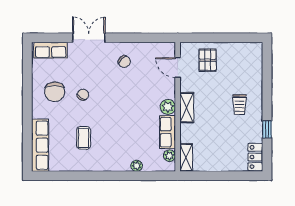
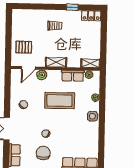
chair: (55, 92) -> (43, 153), turned -90
plant: (168, 107) -> (42, 75), moved
coffee table: (84, 138) -> (60, 101), moved, width x1.86, depth x1.72
side table: (109, 162) -> (92, 116), added

